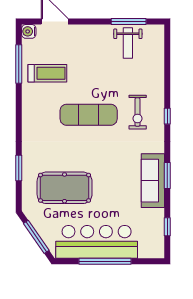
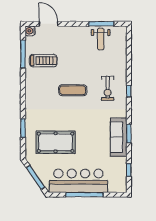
exercise mat: (89, 115) -> (73, 90), width x0.73, depth x0.69

